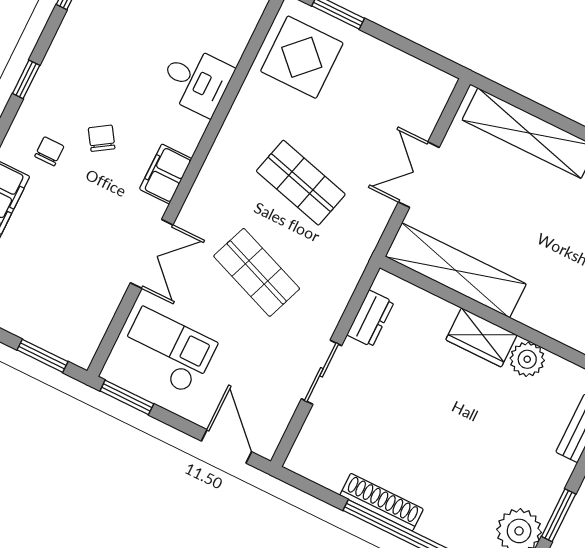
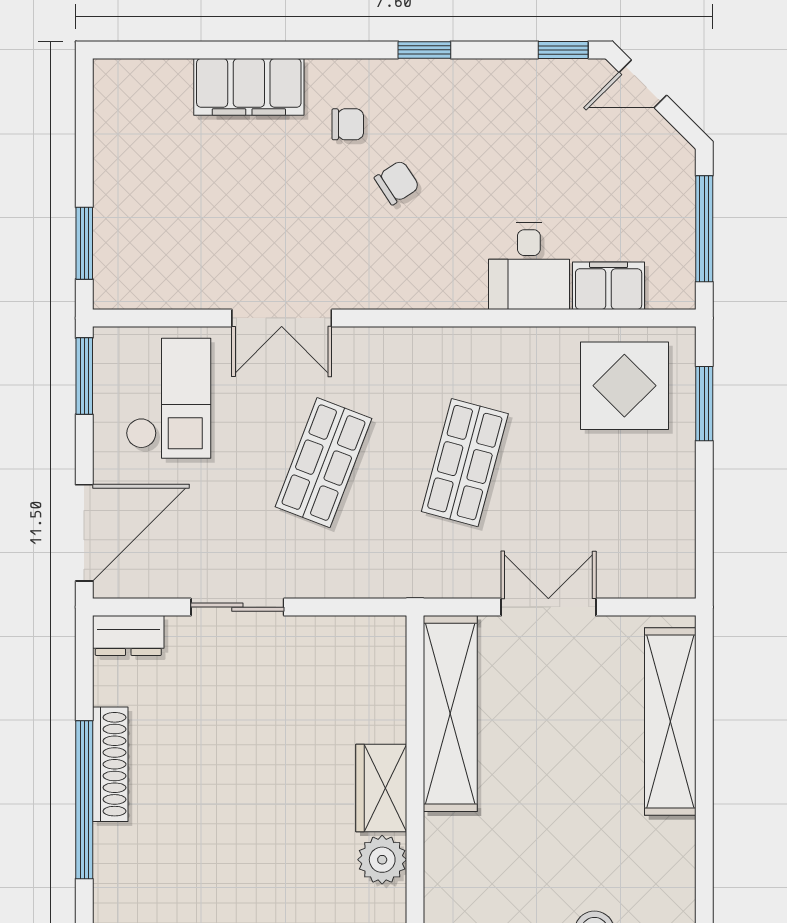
filing cabinet: (166, 174) -> (609, 286), moved
dresser: (370, 318) -> (128, 636), moved
door: (226, 446) -> (84, 533), width x1.36

